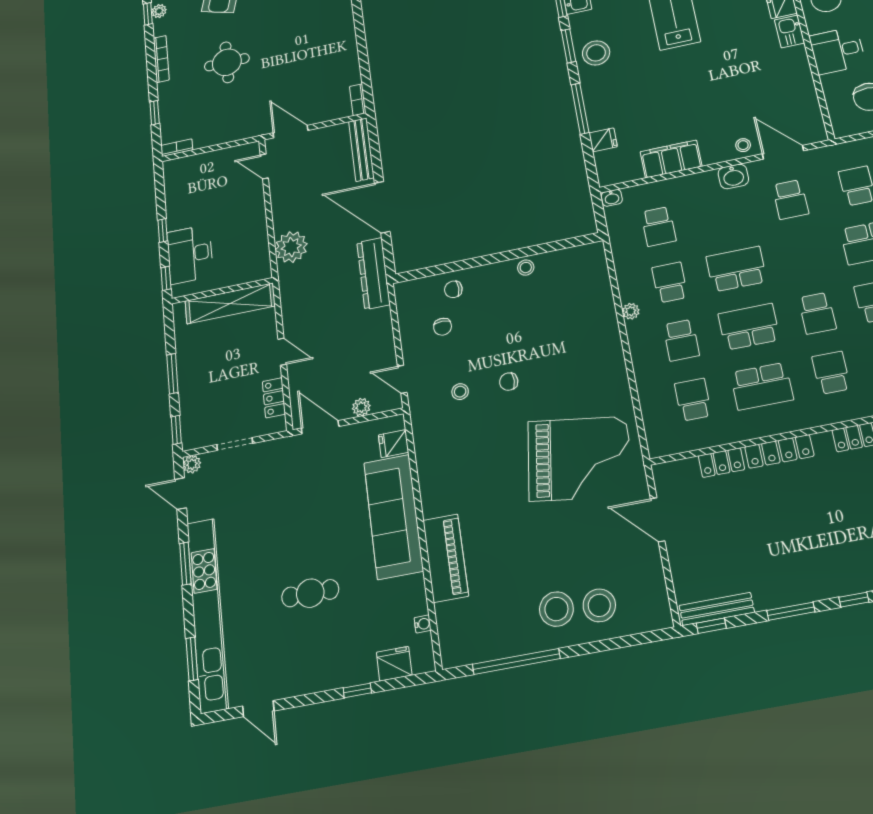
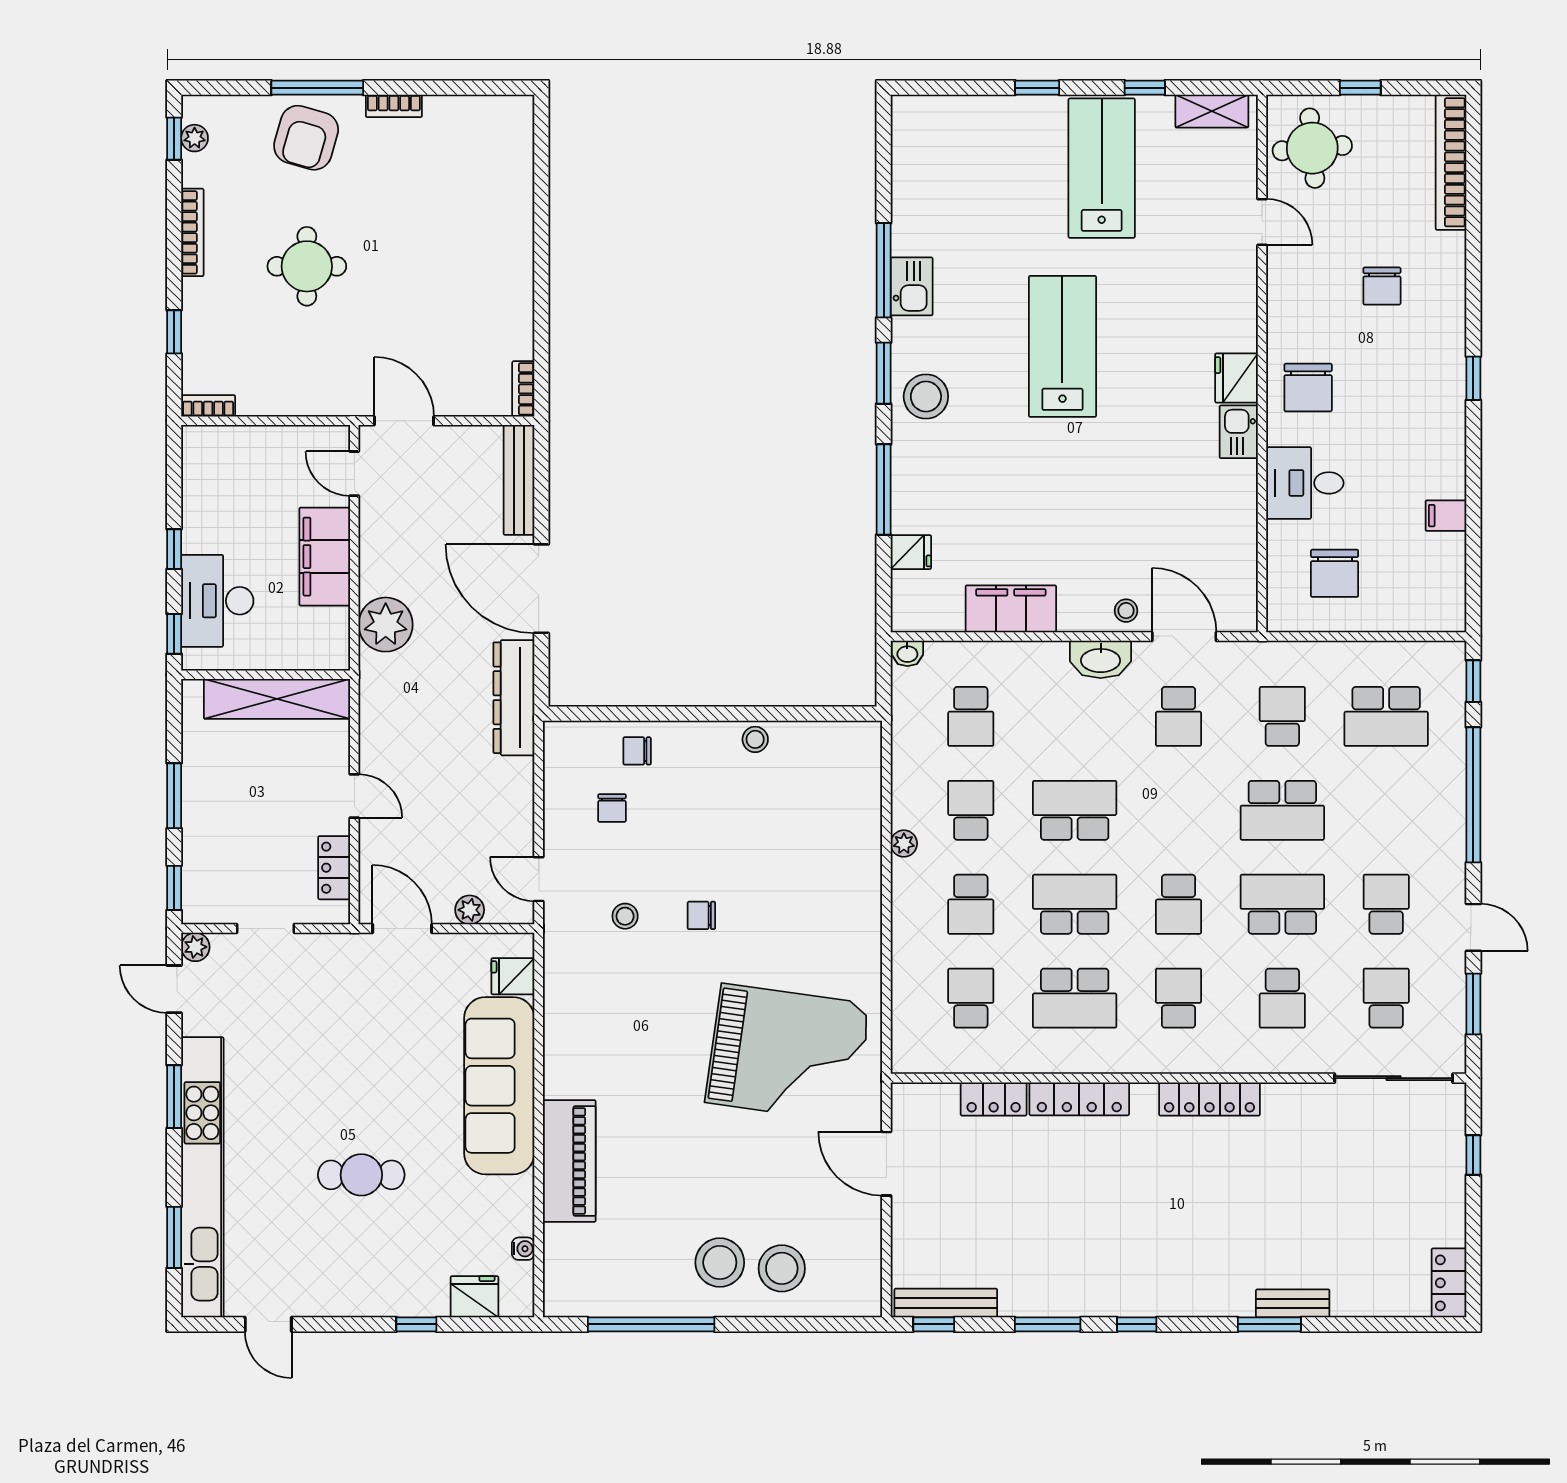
washbasin: (733, 176) -> (1101, 659), width x1.38
filing cabinet: (251, 216) -> (325, 557), added

